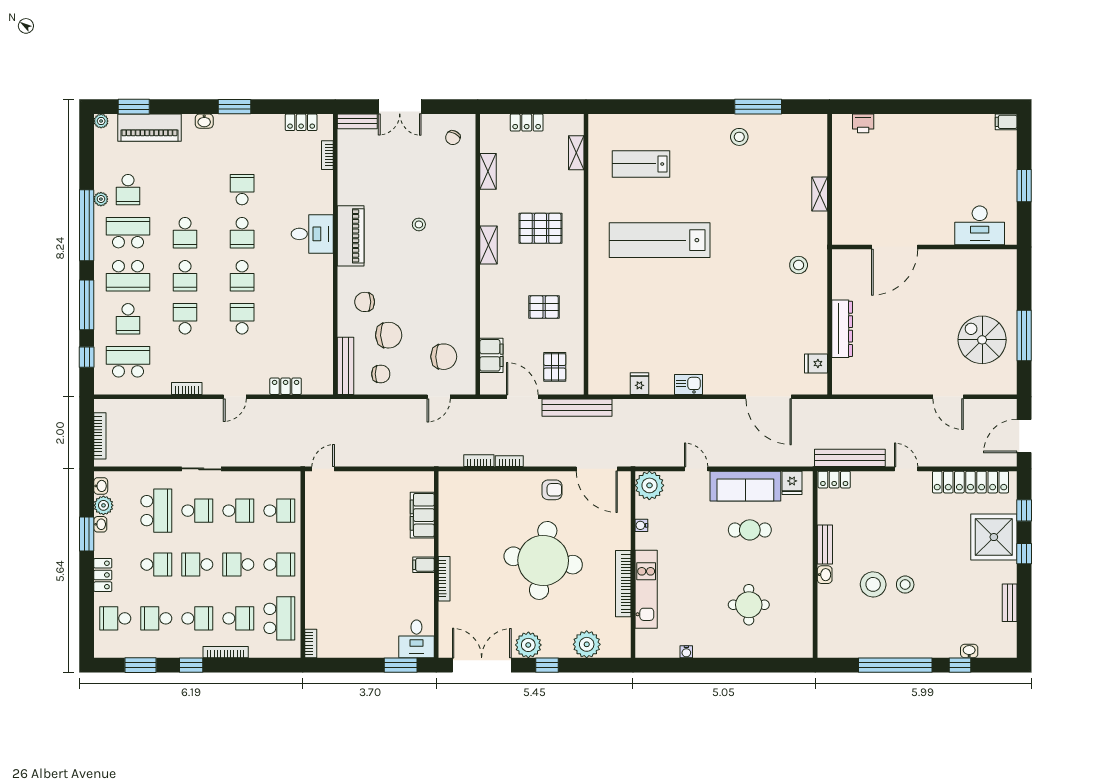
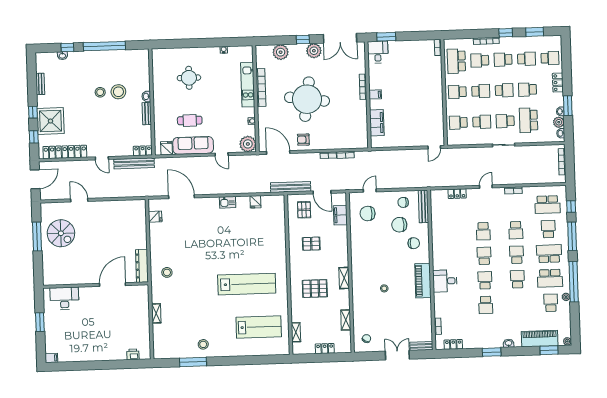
lab bench: (641, 164) -> (259, 327), width x1.36, depth x1.39
dresser: (842, 329) -> (142, 266), moved
school desk: (238, 511) -> (482, 122), turned 180

